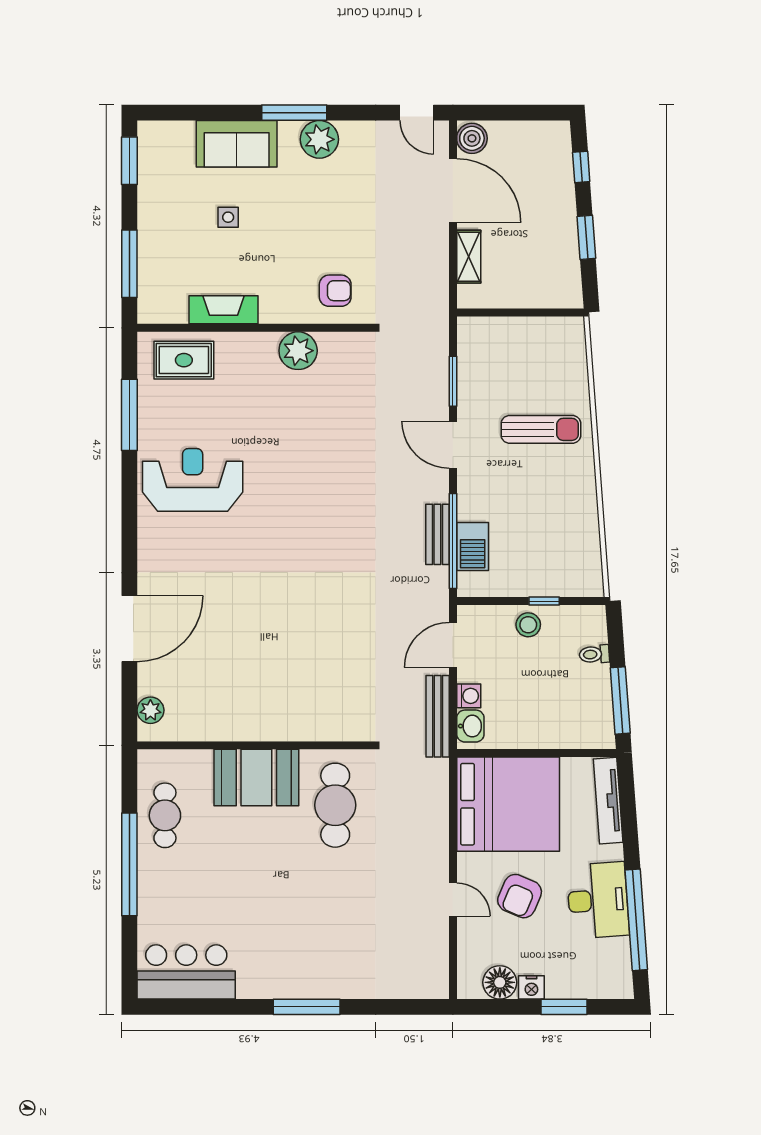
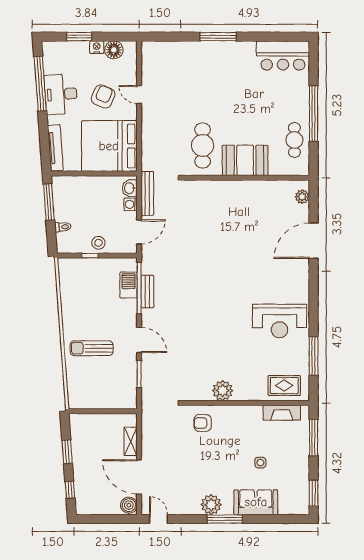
fireplace: (223, 310) -> (282, 413), moved

